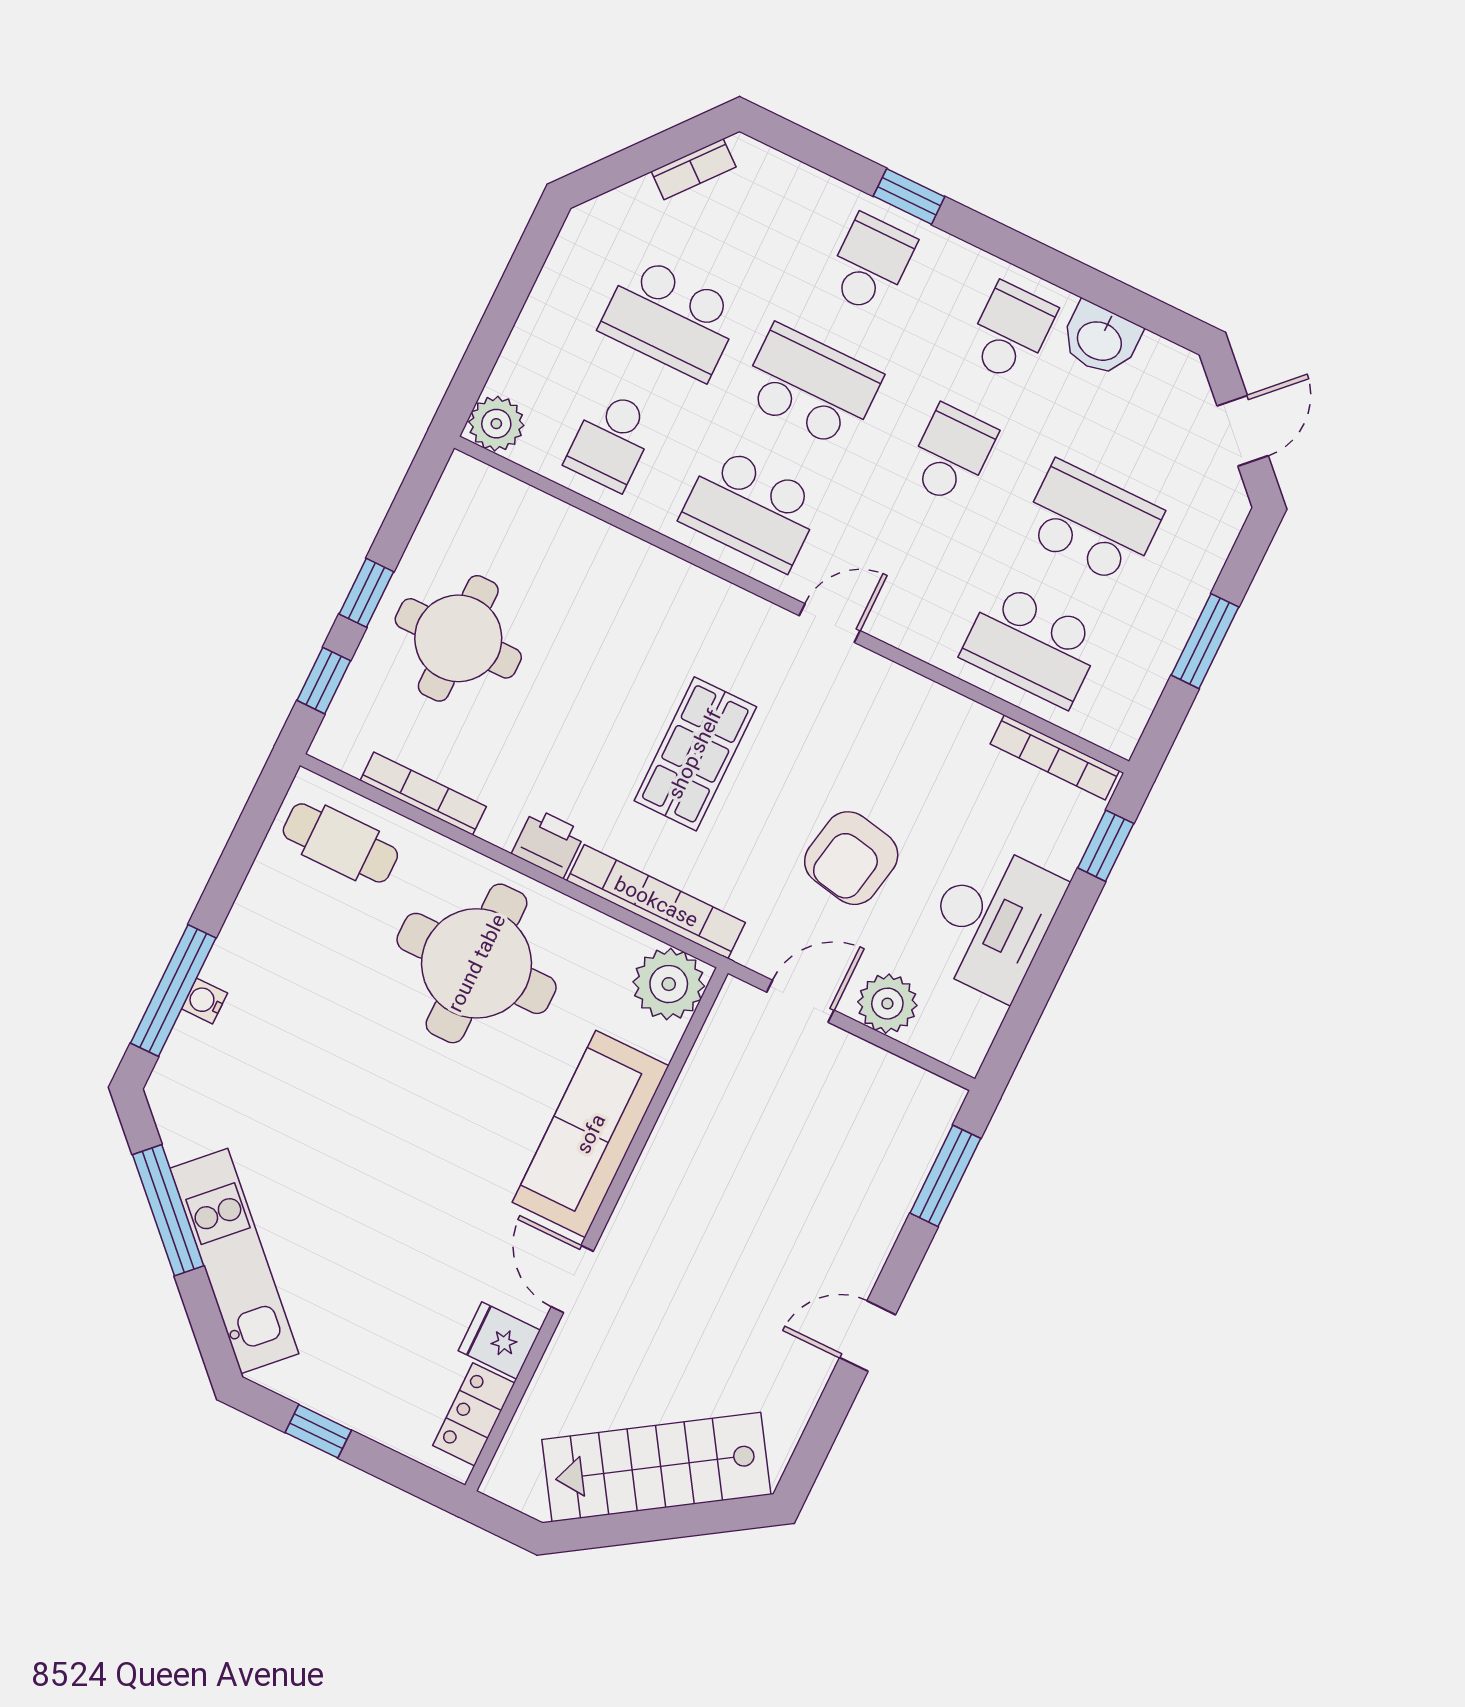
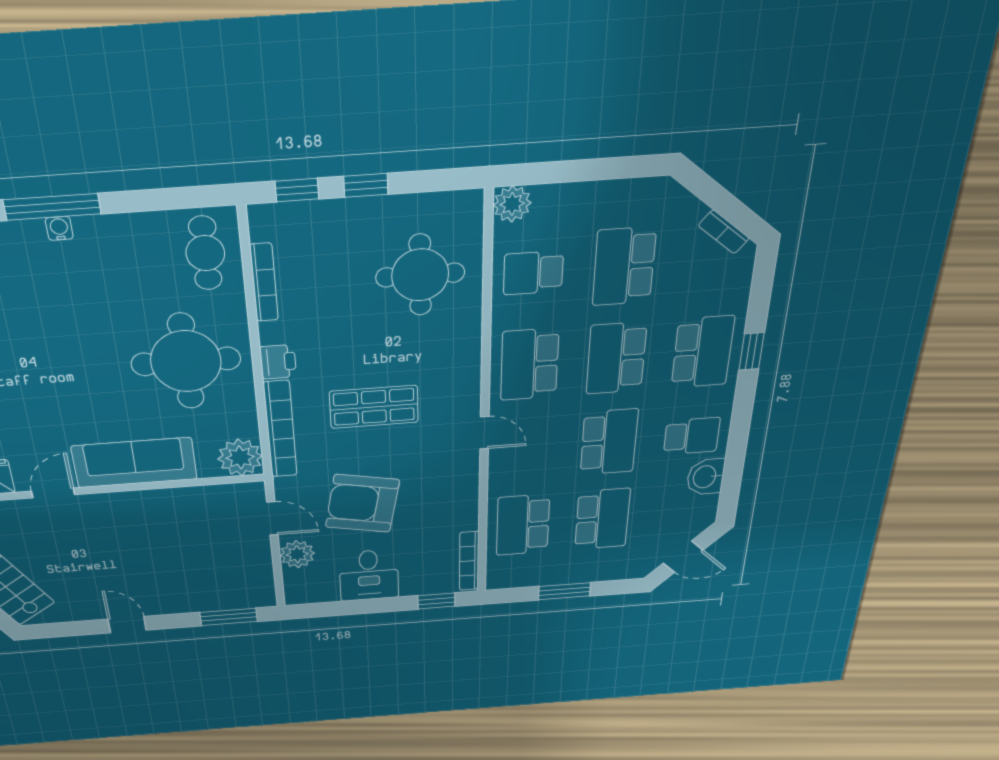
school desk: (870, 264) -> (703, 352), width x1.85
school desk: (811, 386) -> (616, 358), turned 180
school desk: (951, 455) -> (609, 442), width x1.85
round table: (458, 638) -> (420, 275), moved
armchair: (851, 858) -> (362, 503), width x1.36, depth x1.36
desk: (992, 921) -> (369, 575), width x0.73

